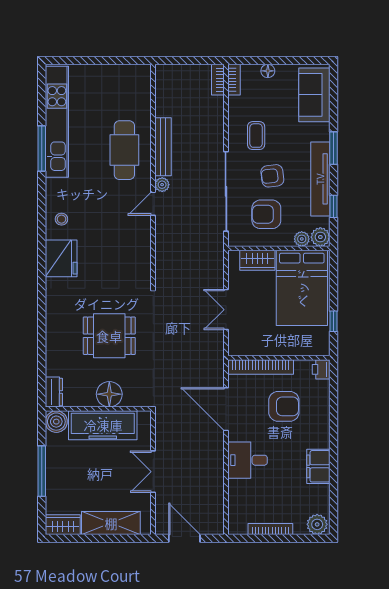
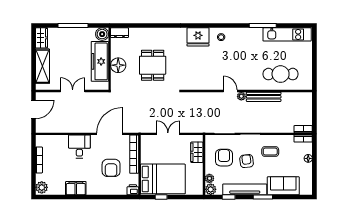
sofa: (314, 95) -> (283, 186), moved
kitchen unit: (57, 122) -> (287, 34), width x0.73
cafe table: (124, 150) -> (281, 74), moved
bed: (302, 288) -> (163, 179), moved, turned 180

